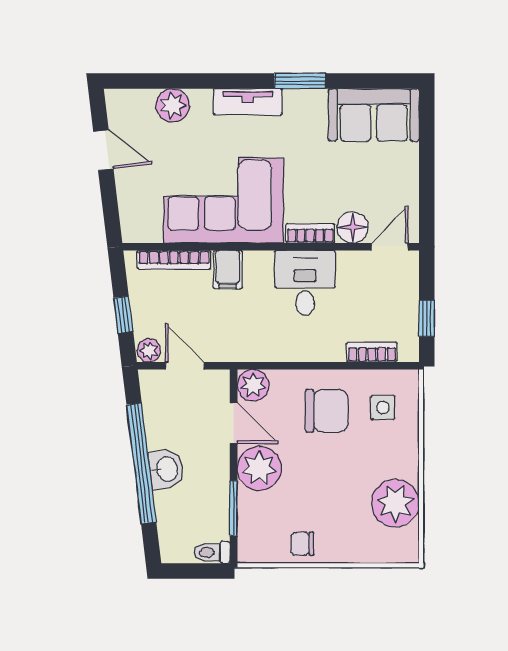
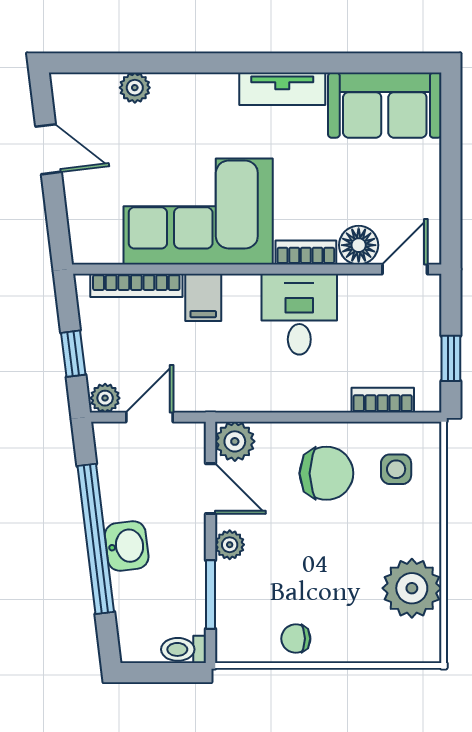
window: (300, 81) -> (293, 63), removed
tv unit: (248, 102) -> (282, 89), moved
plant: (173, 105) -> (135, 88), width x0.73, depth x0.73
door: (185, 366) -> (150, 417), hinge flipped
plant: (259, 468) -> (230, 545), width x0.53, depth x0.53

